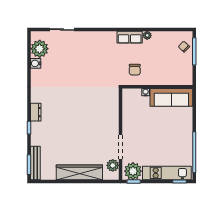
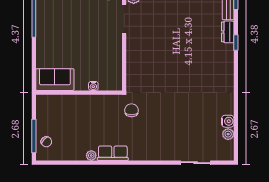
plant: (40, 49) -> (228, 134), width x0.53, depth x0.53
chair: (135, 70) -> (132, 110), moved
sofa: (171, 97) -> (55, 80), width x0.73
dresser: (36, 112) -> (228, 32), moved

